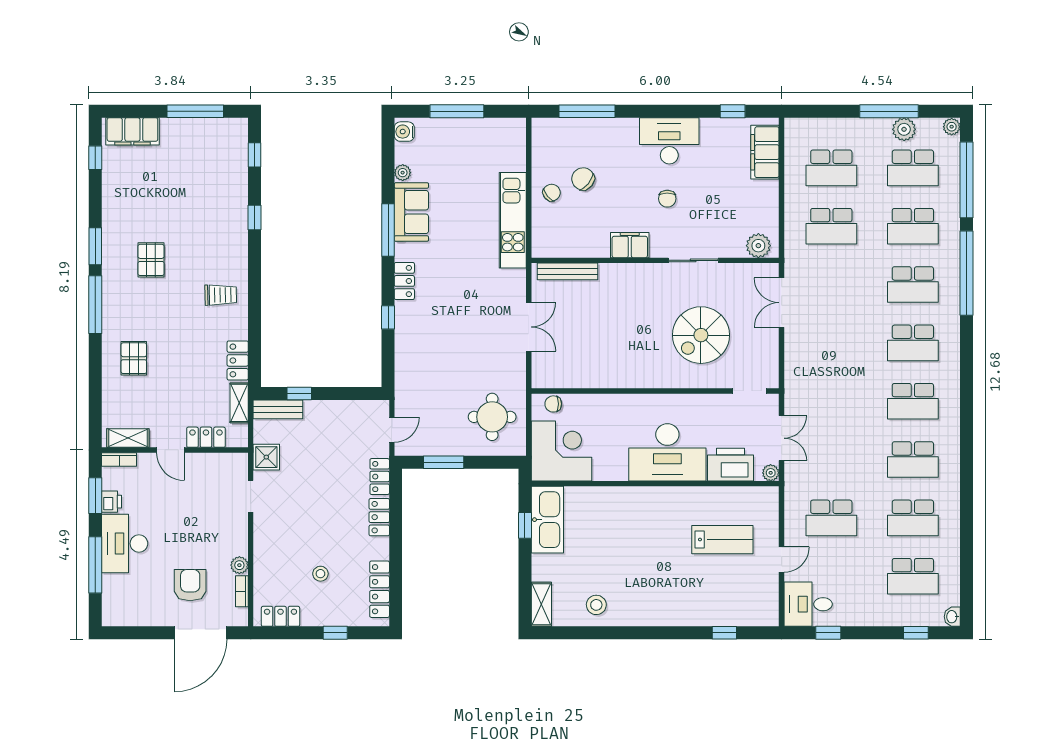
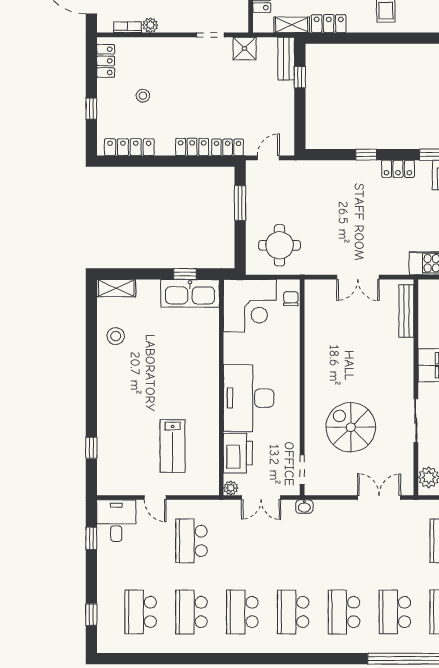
door: (392, 430) -> (268, 158), swing flipped
washbasin: (952, 617) -> (304, 507), moved, turned 180

